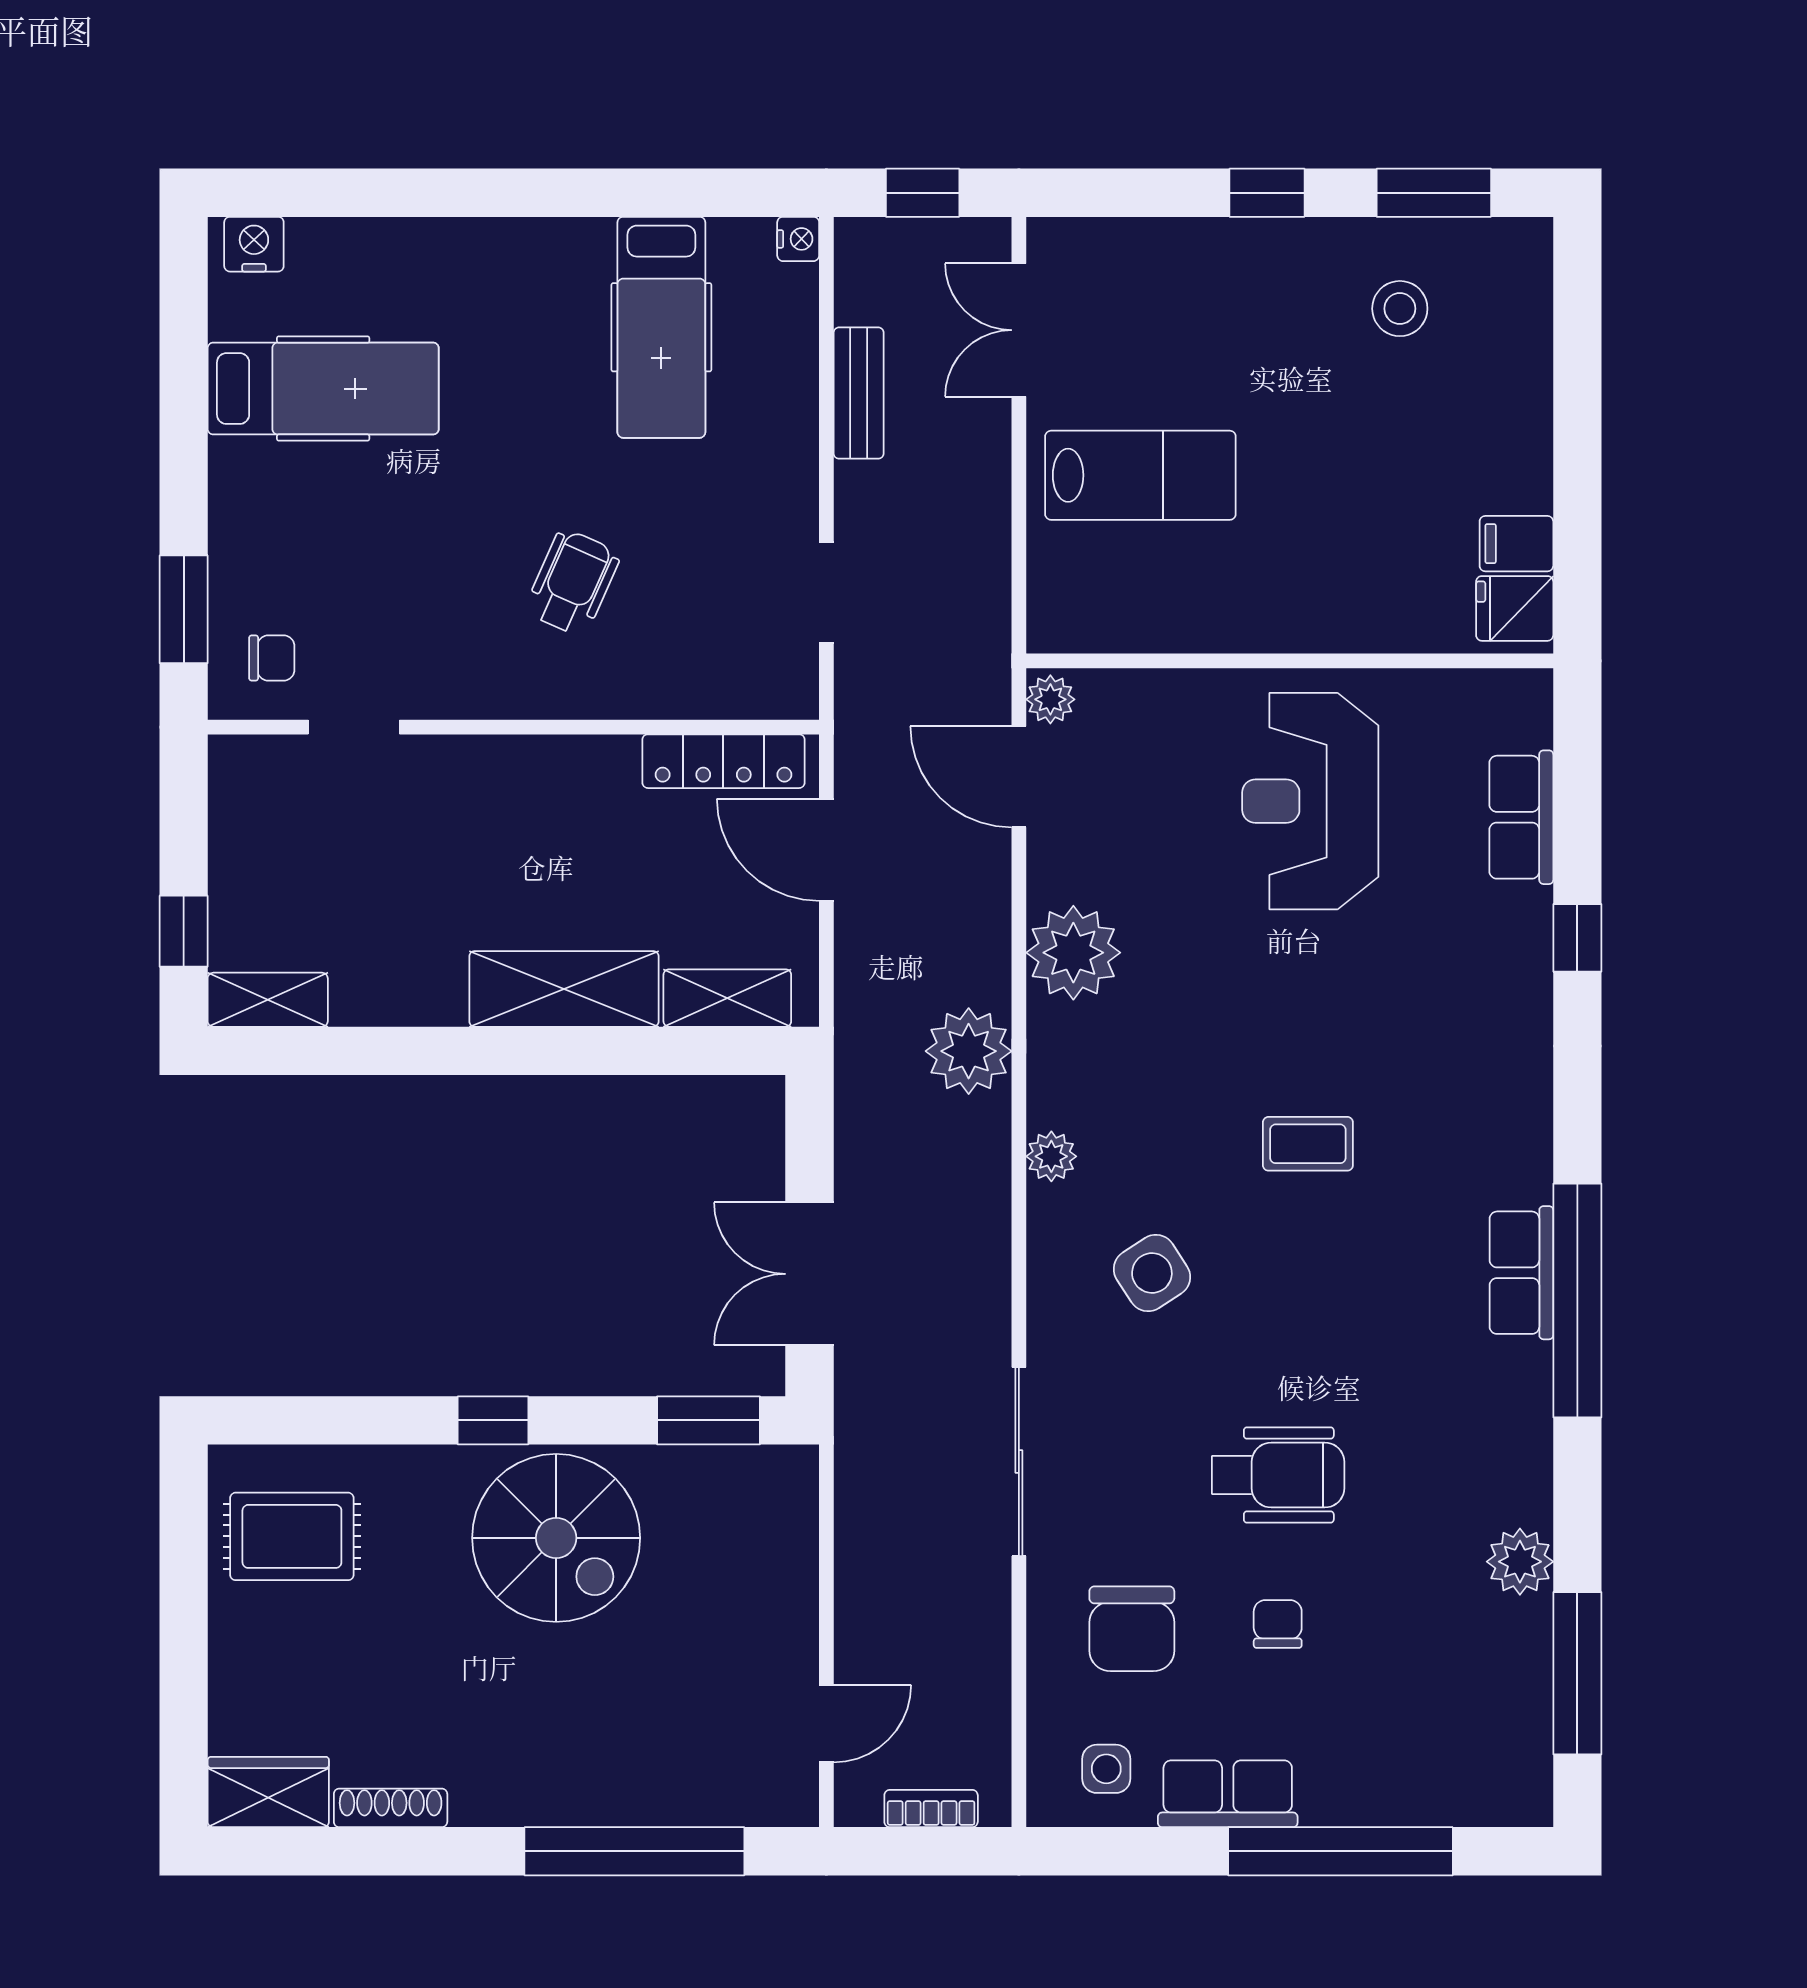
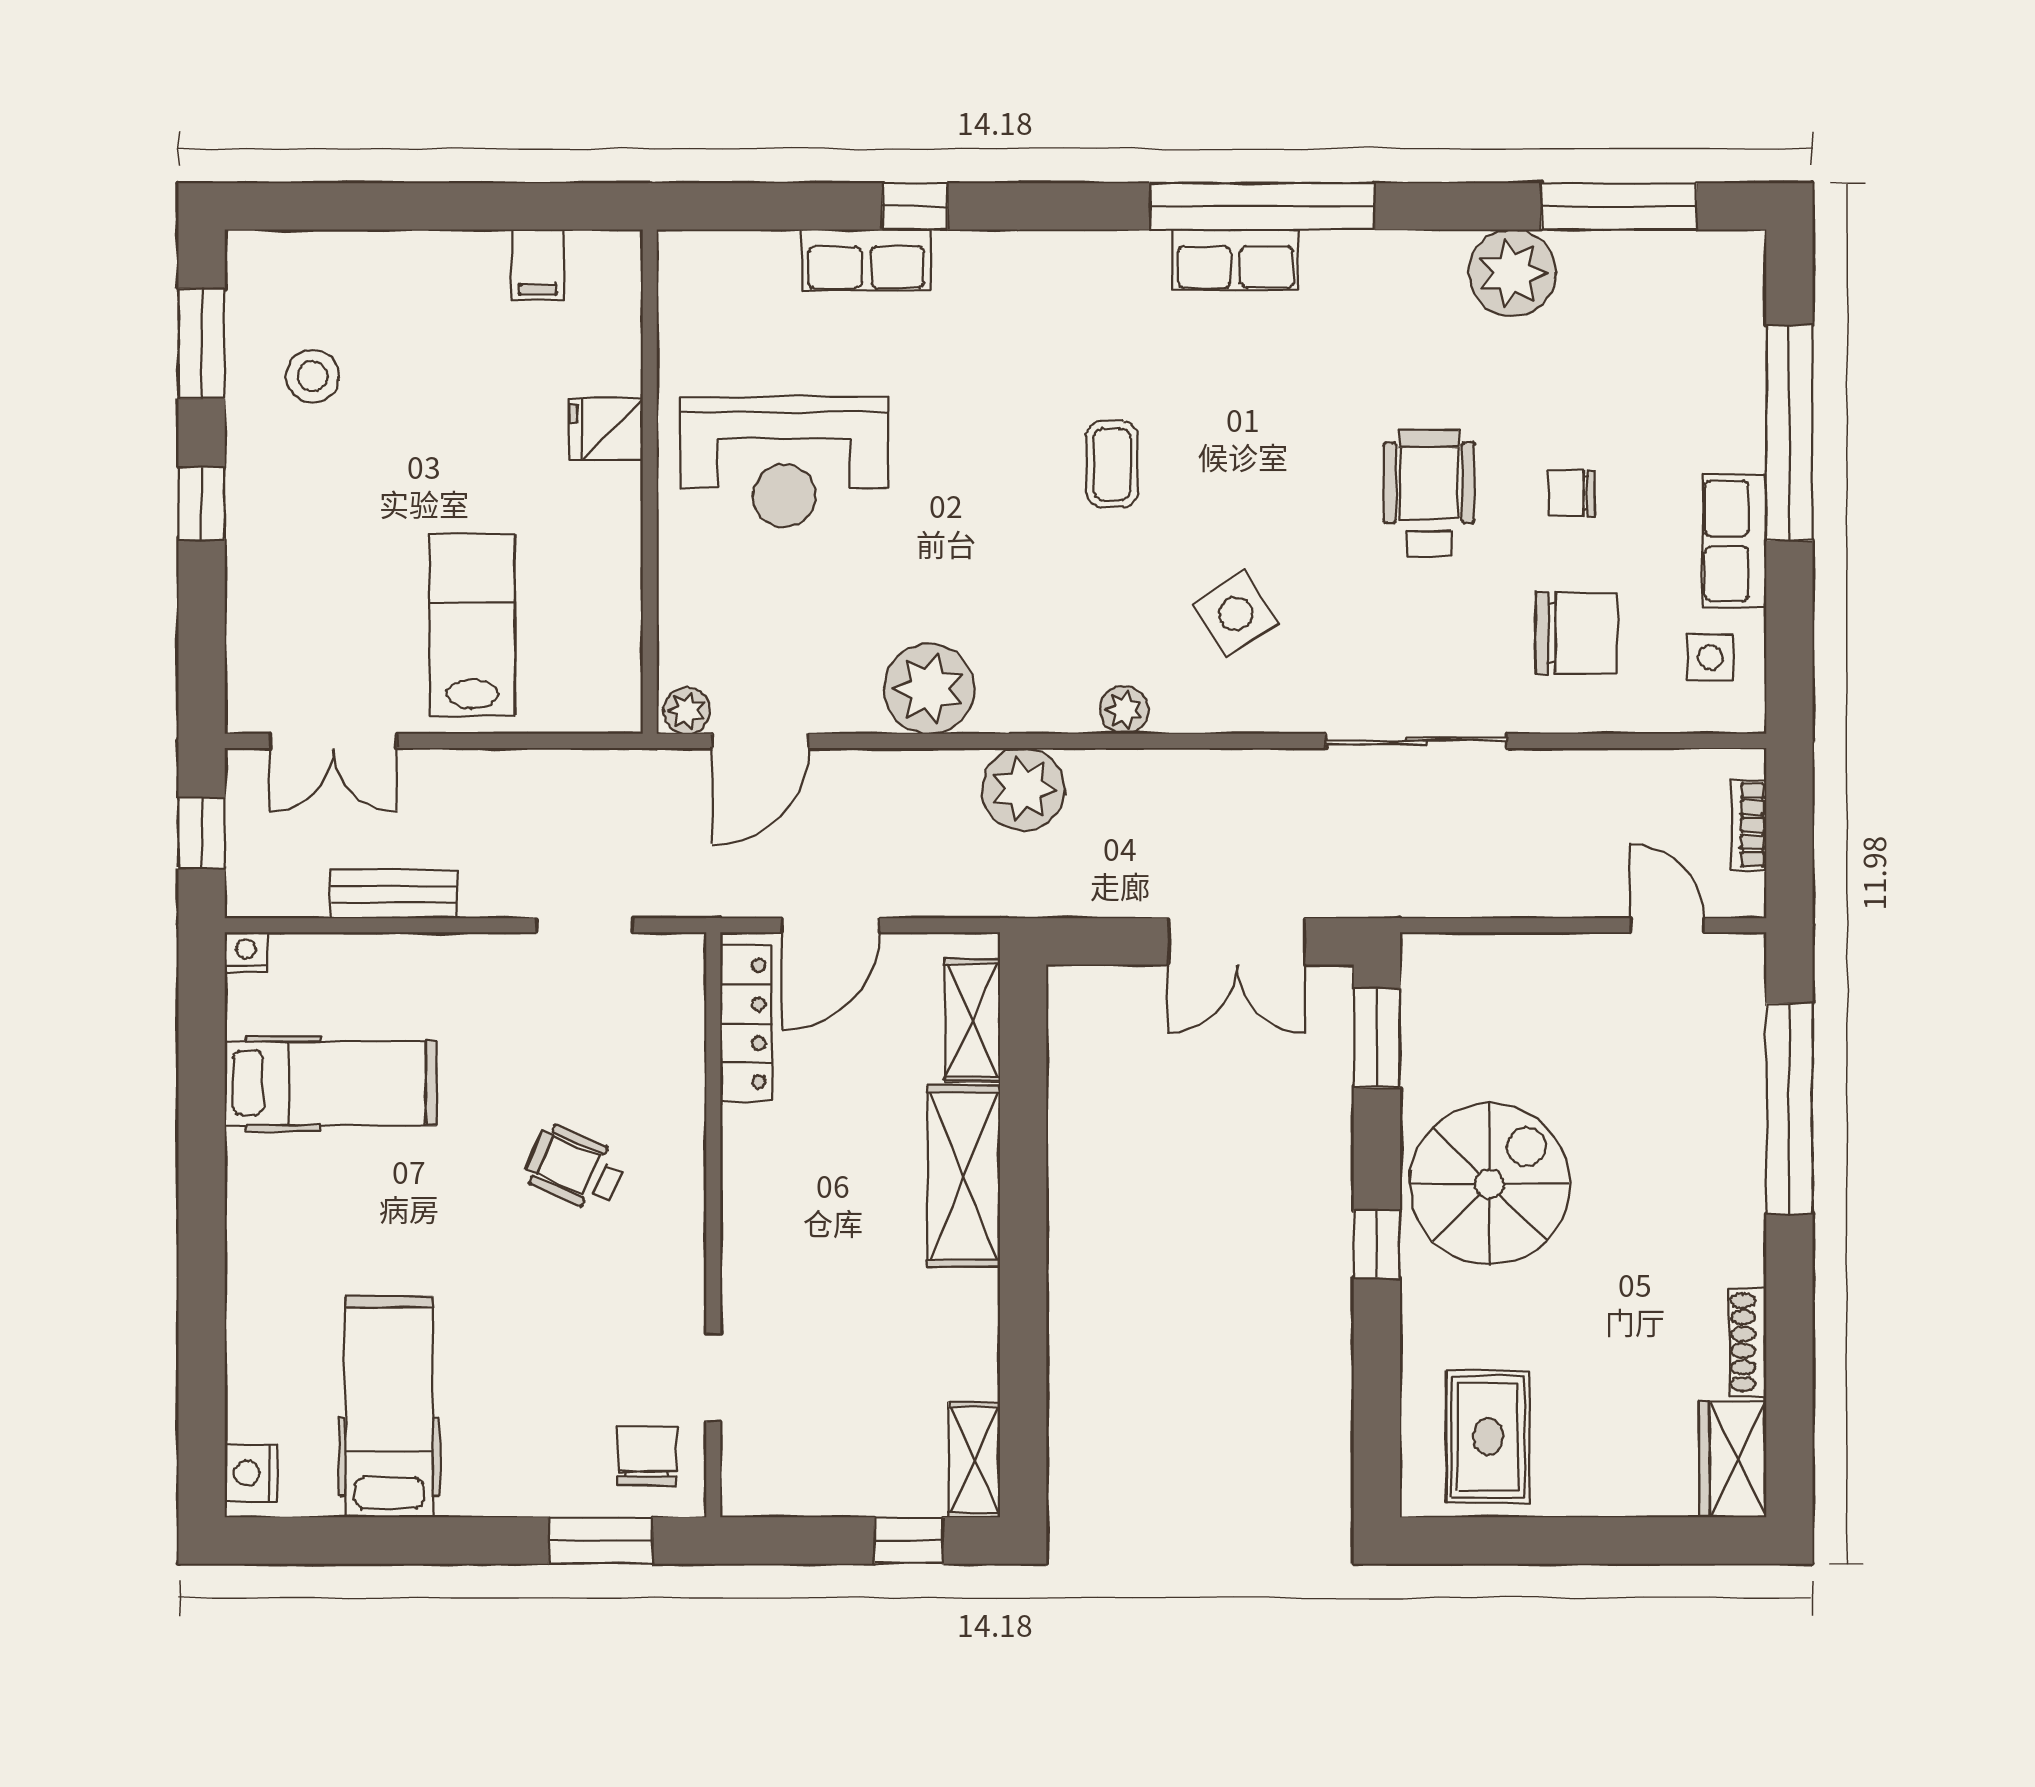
fridge: (1515, 608) -> (606, 429), moved, turned 90
chair: (272, 658) -> (647, 1456), width x1.37, depth x1.37
row of seats: (1521, 817) -> (866, 260), moved
plant: (1520, 1562) -> (1512, 273), width x1.36, depth x1.36

